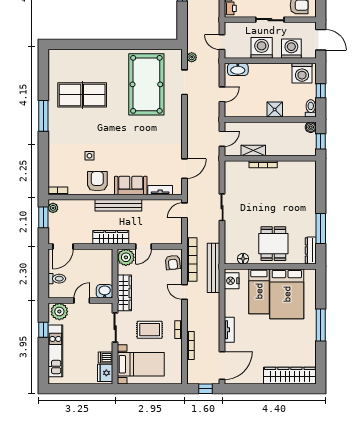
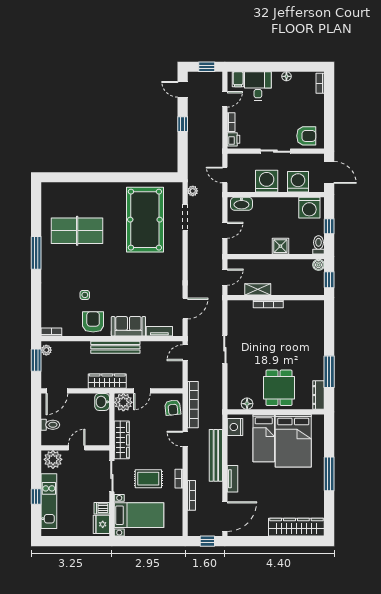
bench: (214, 268) -> (216, 455), moved
washbasin: (105, 291) -> (102, 402), moved, turned -90
window: (43, 330) -> (36, 496), moved

